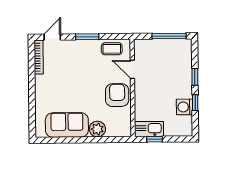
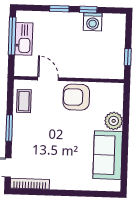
door: (132, 69) -> (48, 79), swing flipped
kitchen sink: (149, 129) -> (24, 39), moved, turned 180

